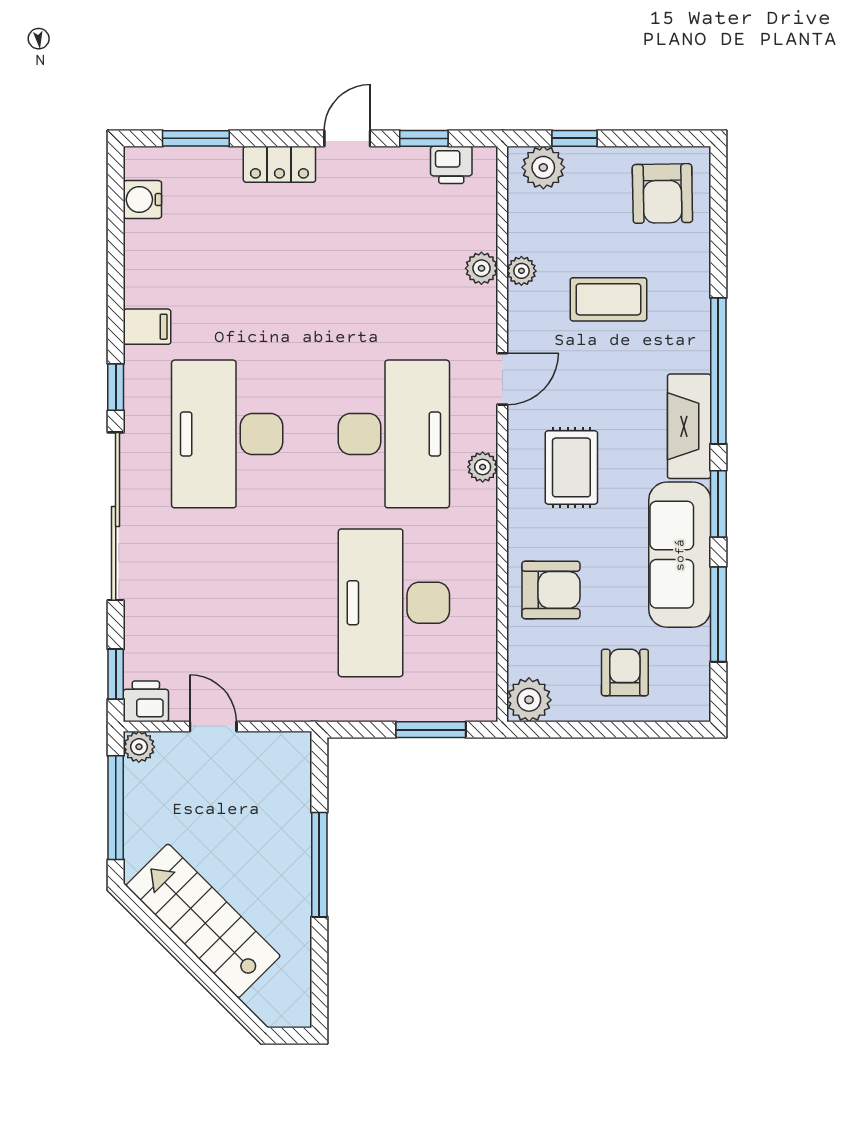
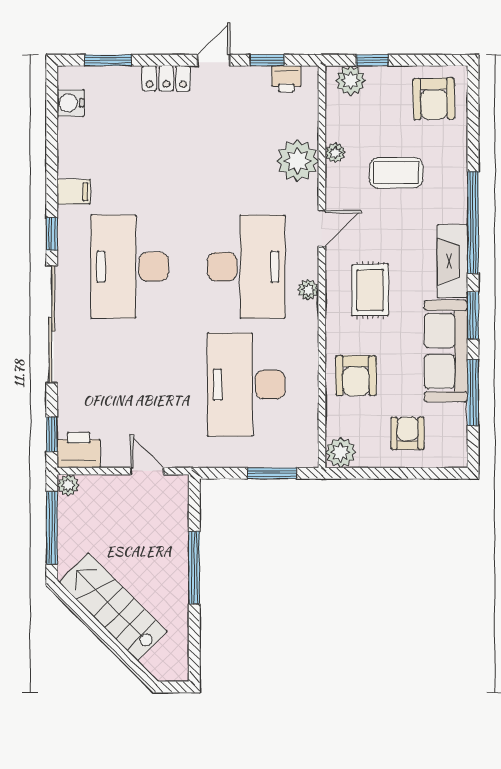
plant: (481, 268) -> (298, 161), width x1.88, depth x1.88
armchair: (551, 590) -> (356, 376), turned 90
printer: (146, 701) -> (79, 450), width x1.36, depth x1.24
door: (213, 726) -> (147, 471), moved

